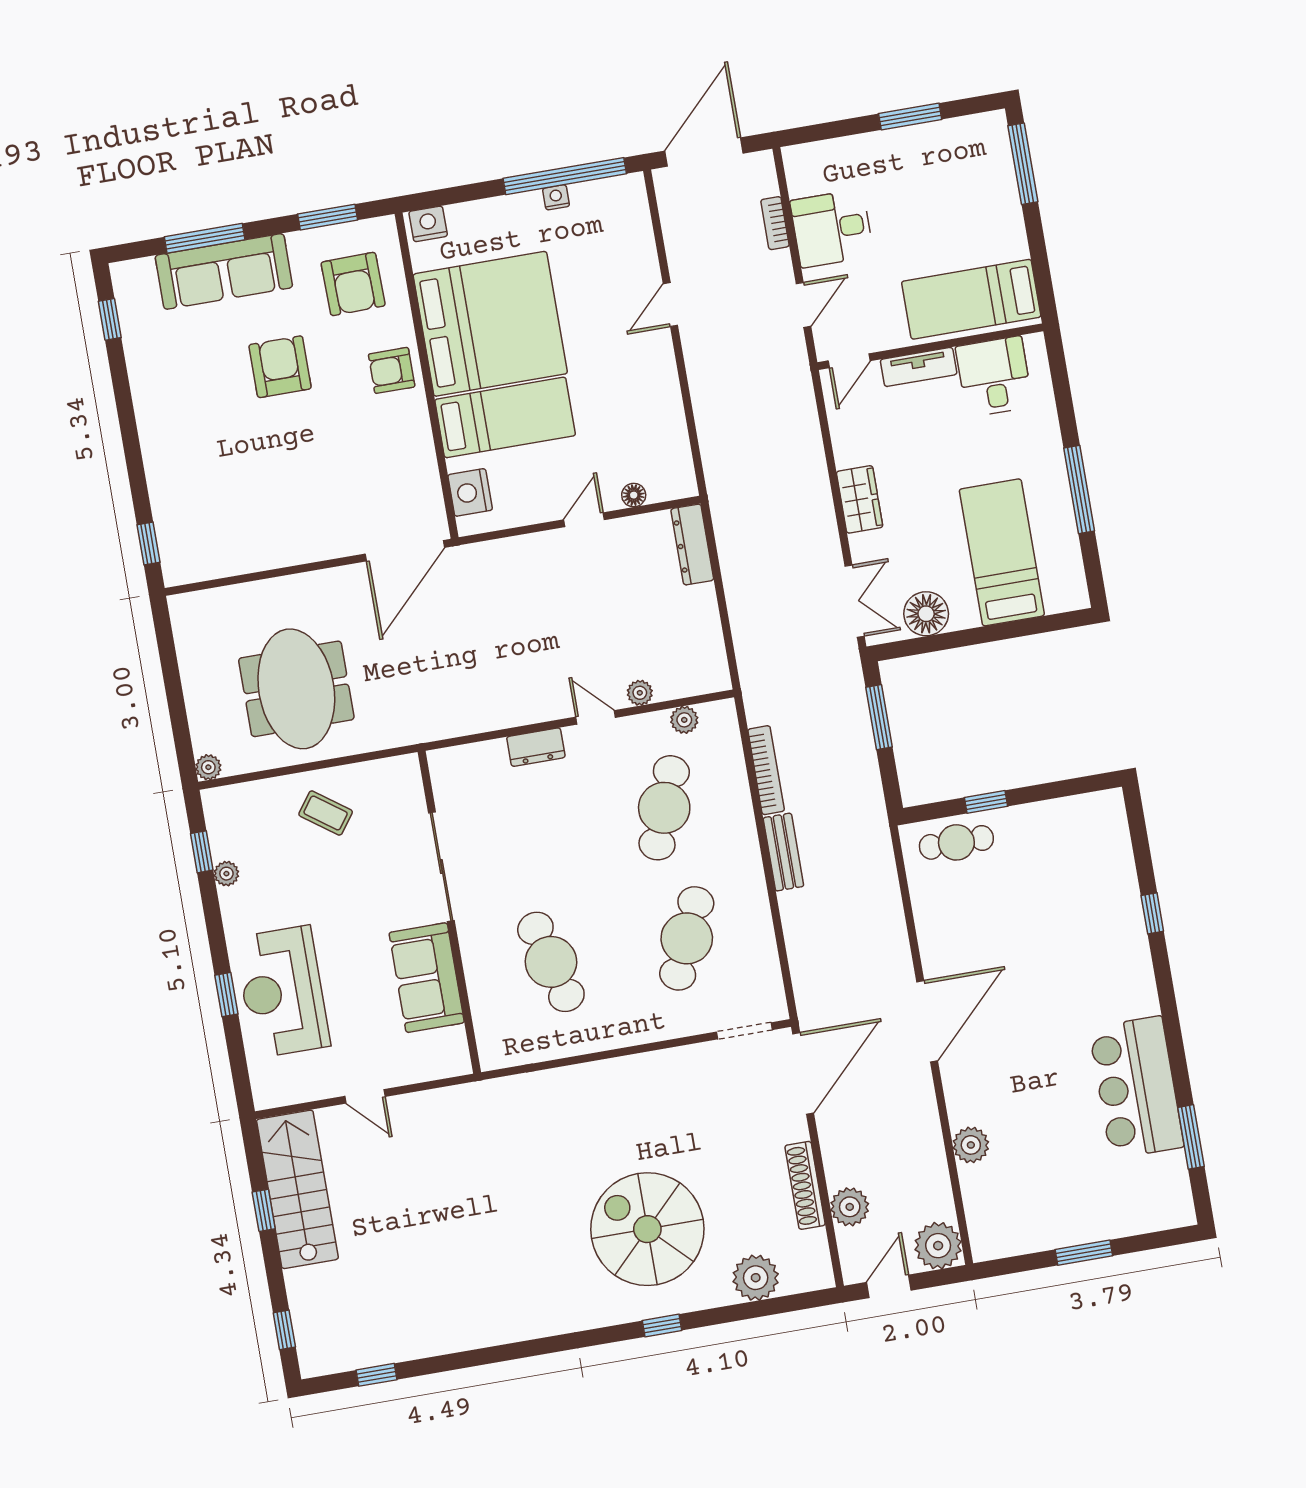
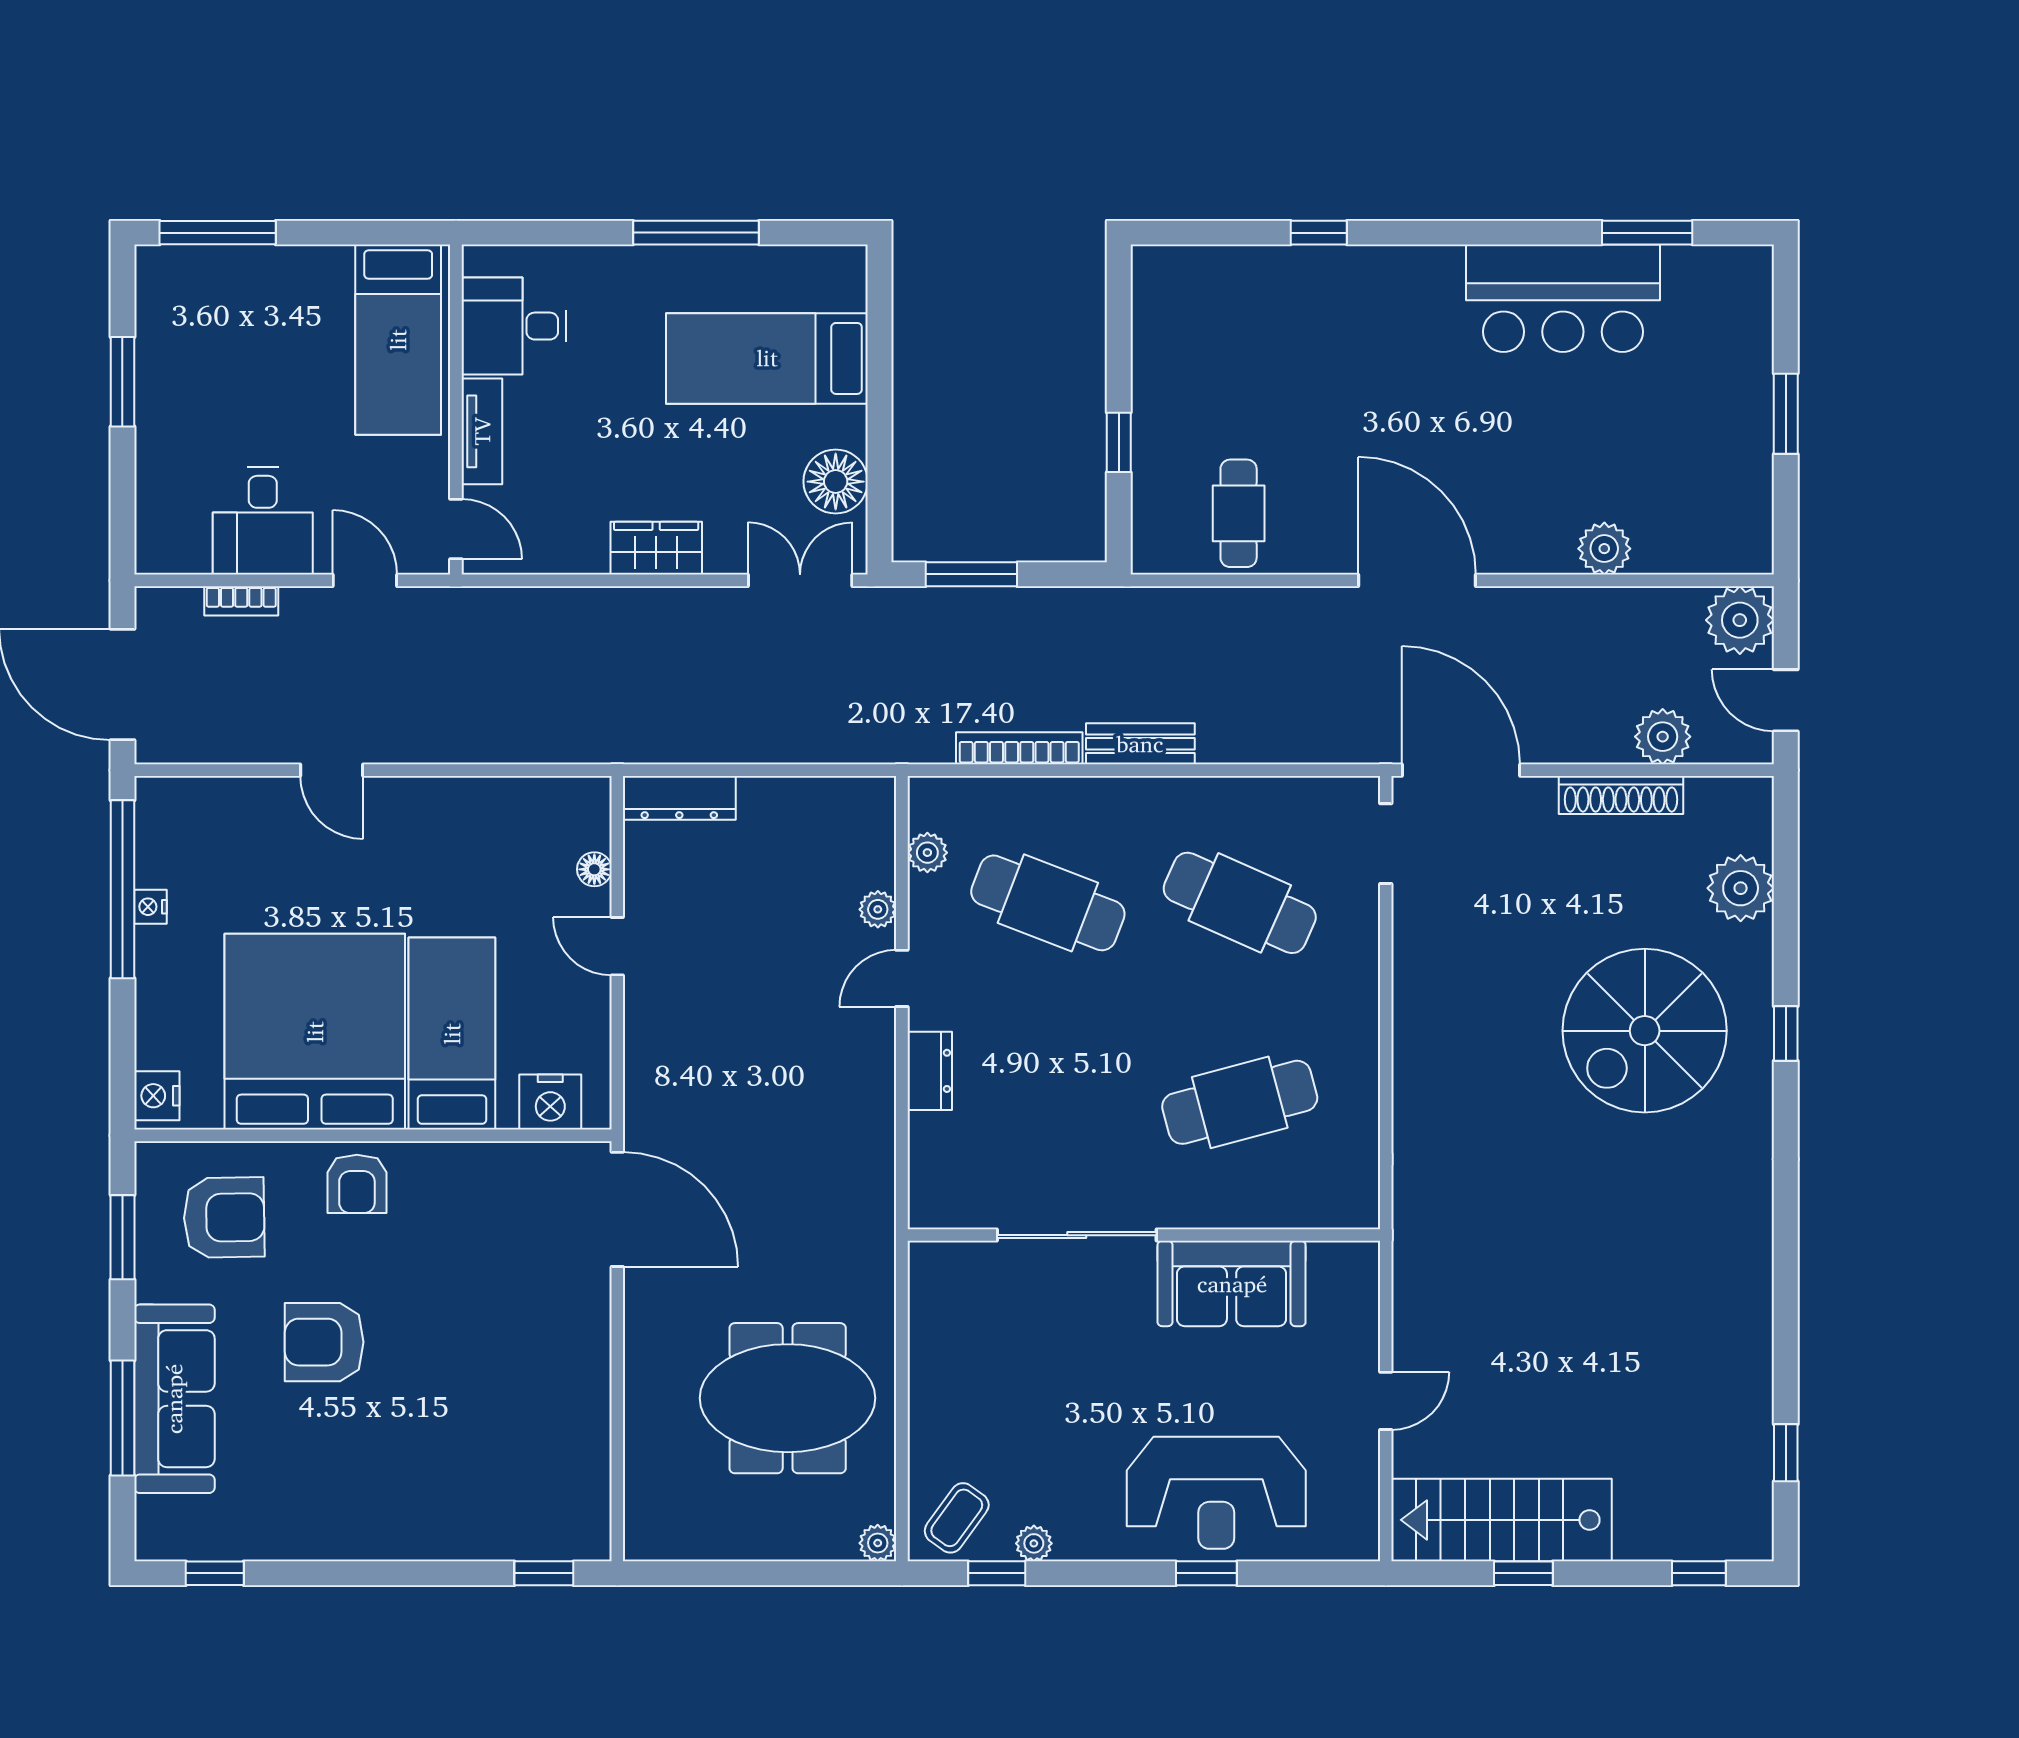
coffee table: (326, 813) -> (957, 1518), moved
cafe table: (956, 842) -> (1239, 513), moved

